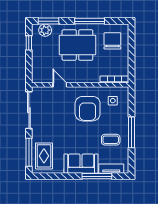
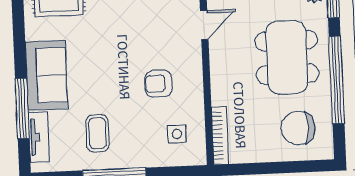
window: (90, 21) -> (337, 80), width x1.46
chair: (112, 41) -> (298, 128), turned 180
armchair: (88, 109) -> (158, 84), width x0.53, depth x0.53

